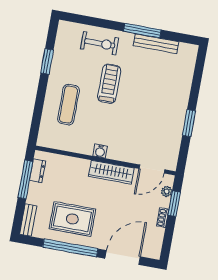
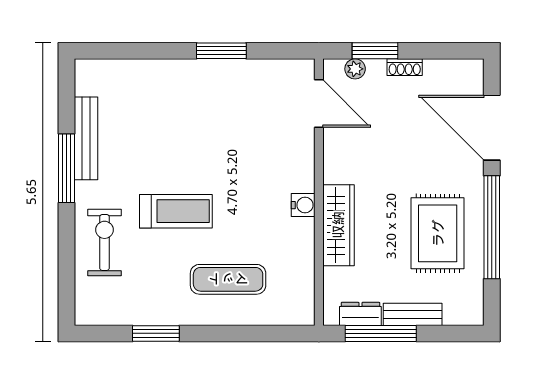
treadmill: (109, 84) -> (176, 211), turned 180
wardrobe: (111, 172) -> (338, 225), moved
bench: (28, 220) -> (413, 314), moved

